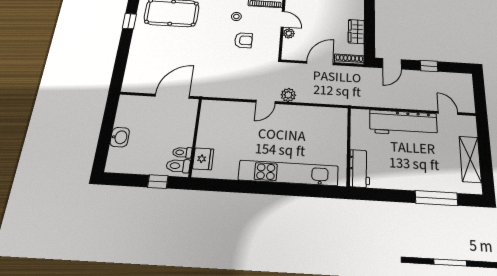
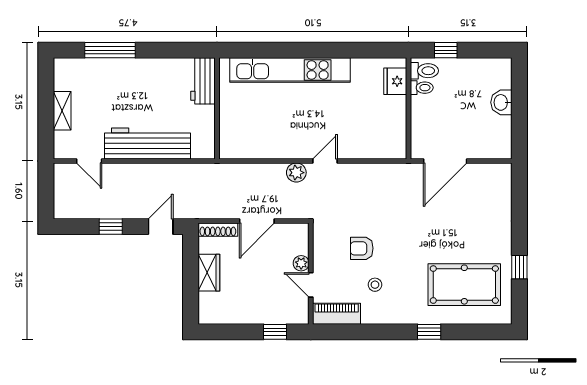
shelving: (470, 159) -> (62, 111), width x0.67, depth x0.75

